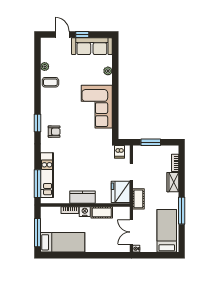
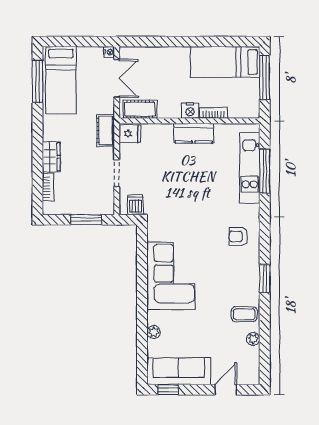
door: (62, 34) -> (226, 390), swing flipped
window: (82, 34) -> (168, 390), moved
window: (37, 123) -> (265, 278), moved
window: (37, 184) -> (265, 171), moved
fridge: (121, 192) -> (130, 134), width x0.53, depth x0.75
window: (182, 211) -> (37, 81), moved
cot: (102, 212) -> (140, 109), moved

